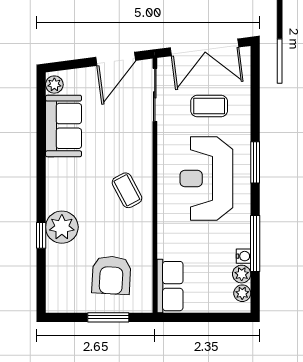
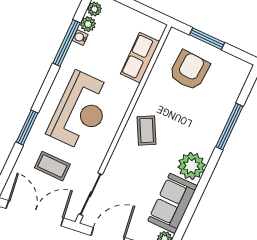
window: (255, 162) -> (27, 128), moved
plant: (62, 227) -> (191, 166), moved
window: (41, 235) -> (229, 127), width x2.17
row of seats: (170, 286) -> (140, 58), moved

